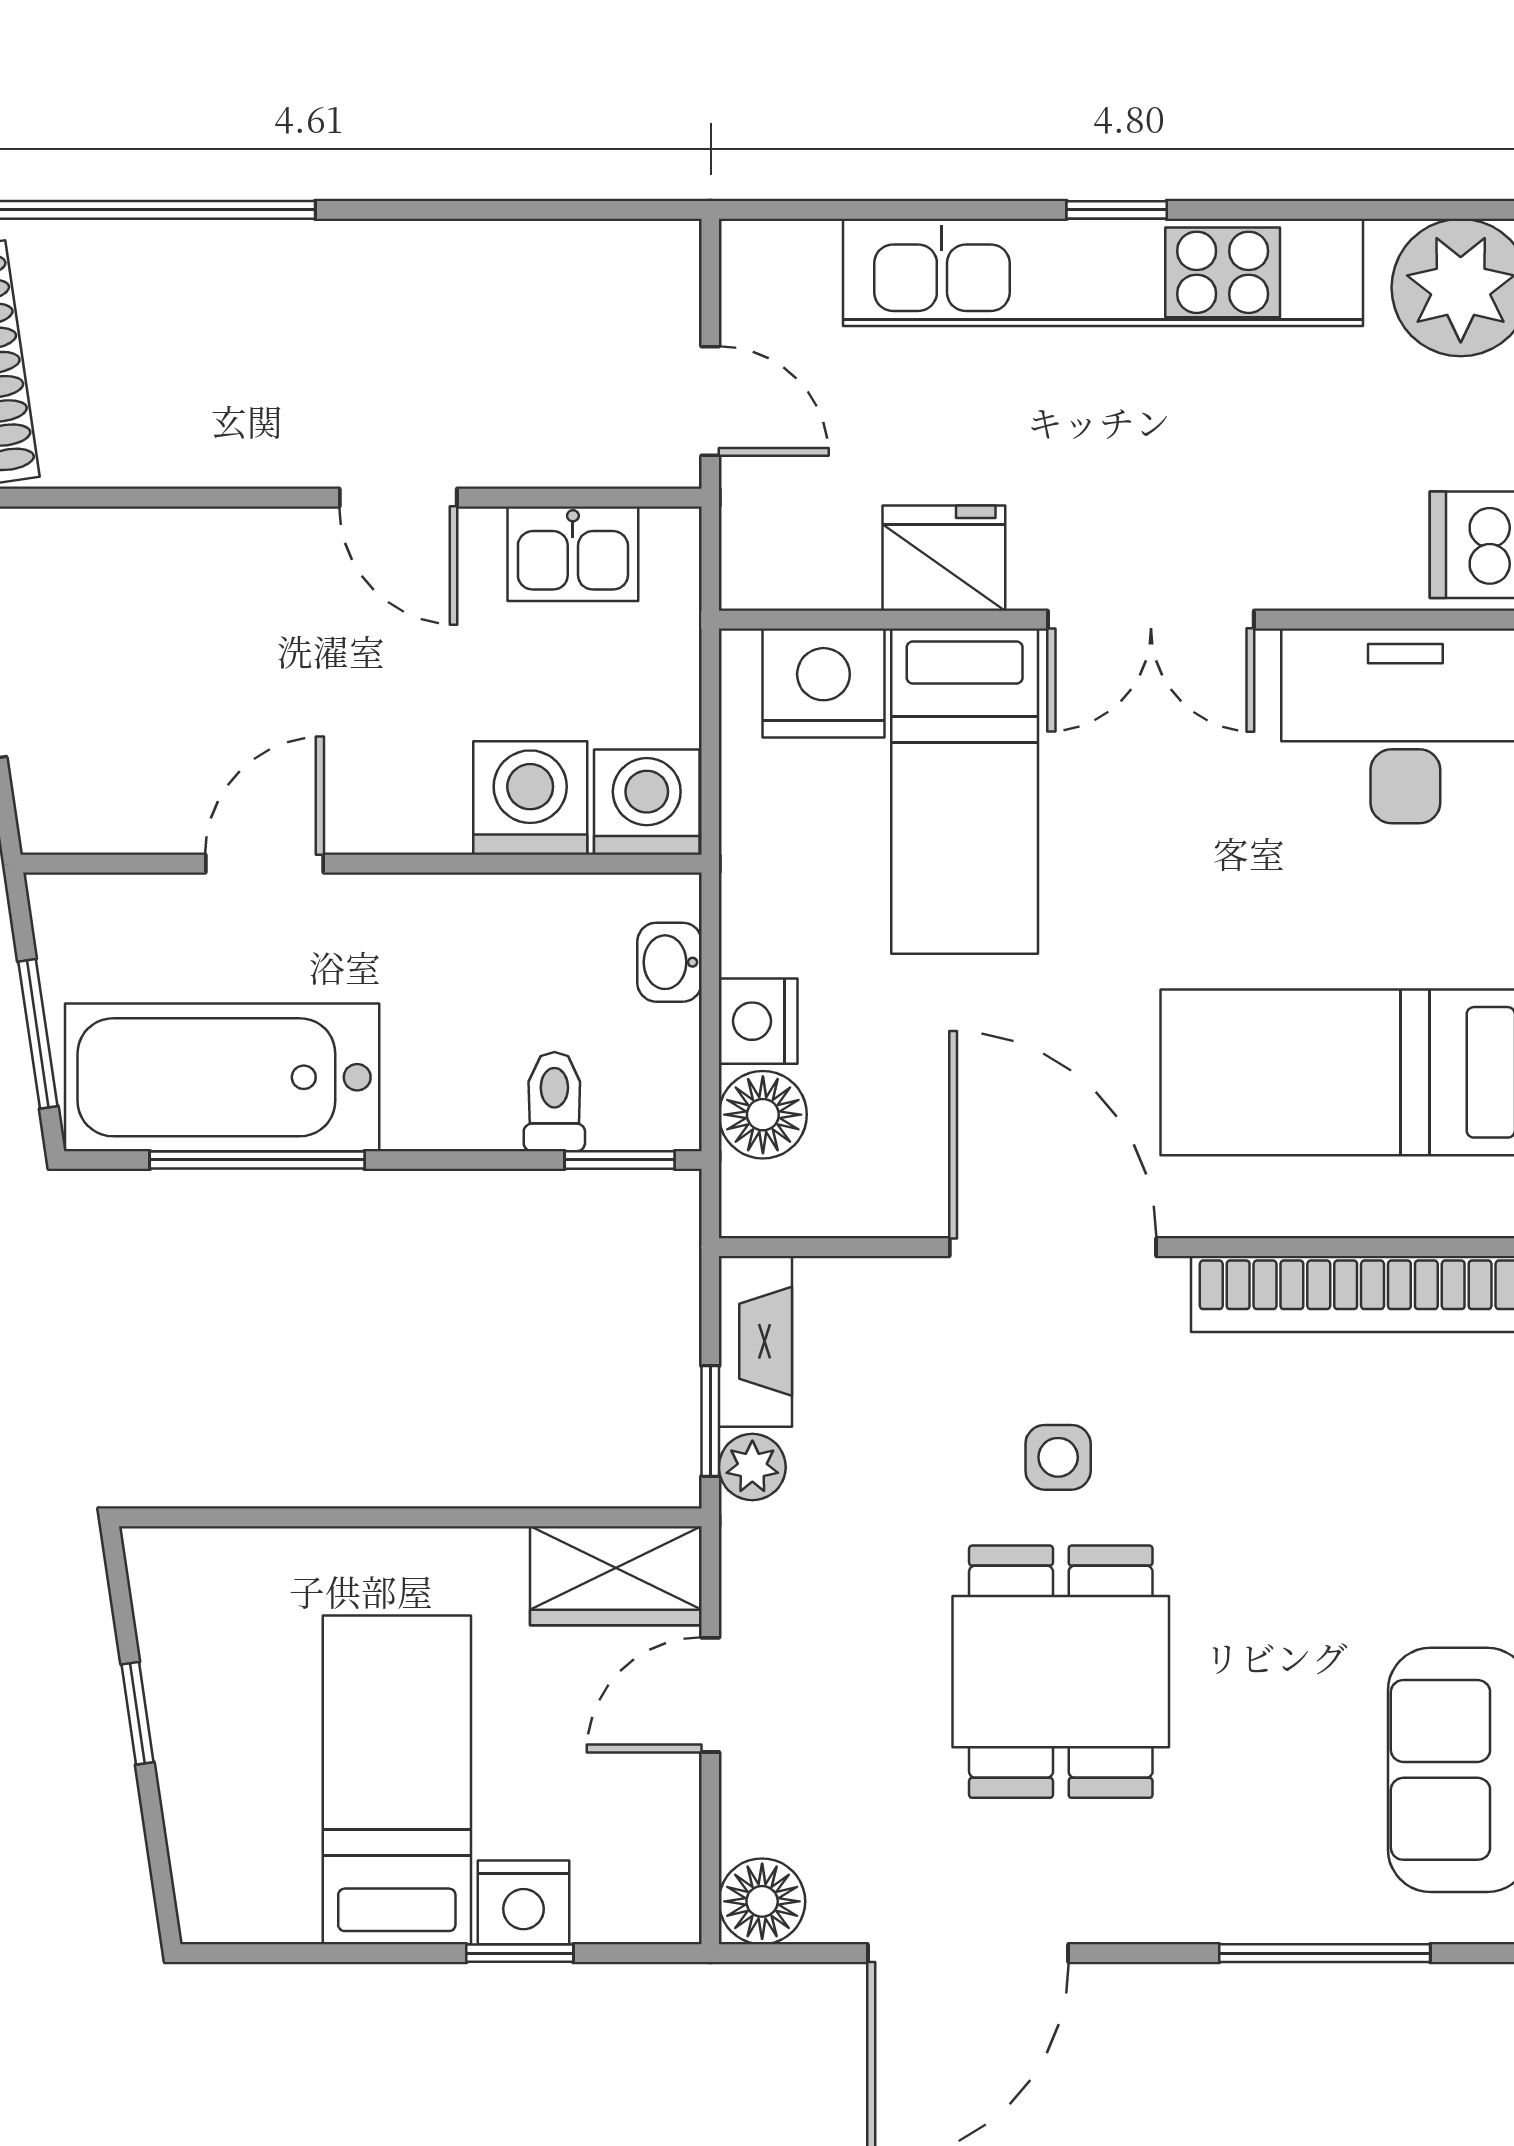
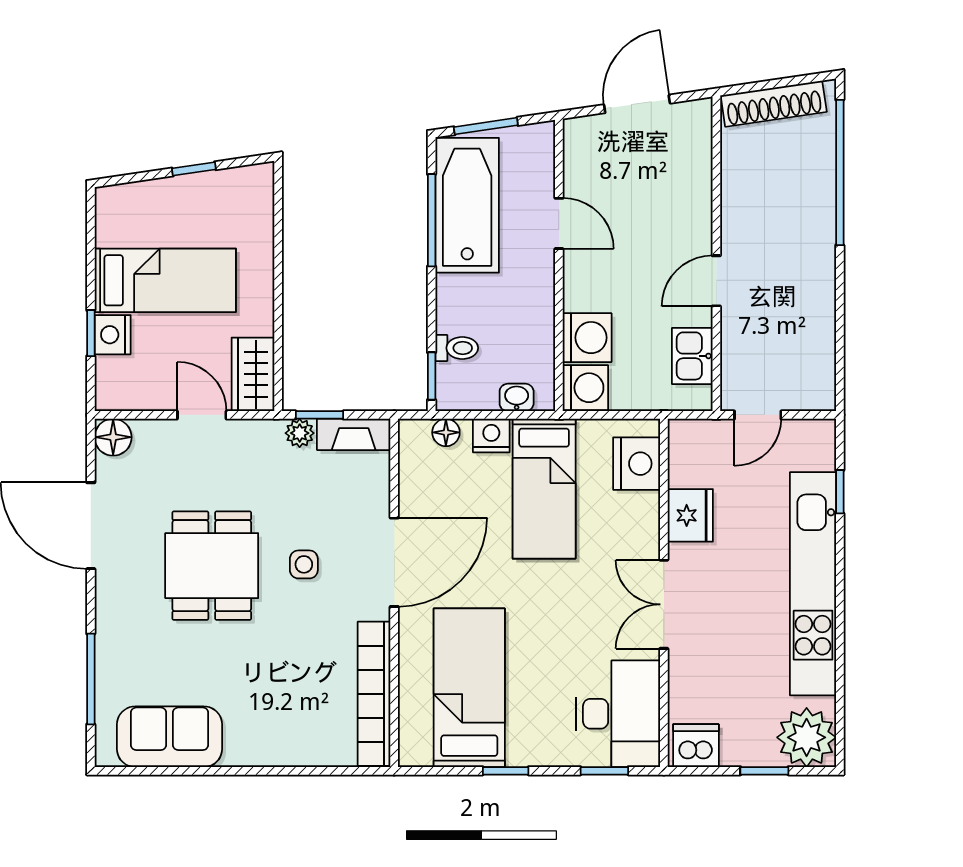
window: (1117, 210) -> (840, 492), moved
bed: (965, 791) -> (544, 489), moved, turned -90
floor lamp: (763, 1115) -> (446, 432), width x0.73, depth x0.73
dining table: (1061, 1672) -> (212, 566), turned 90

